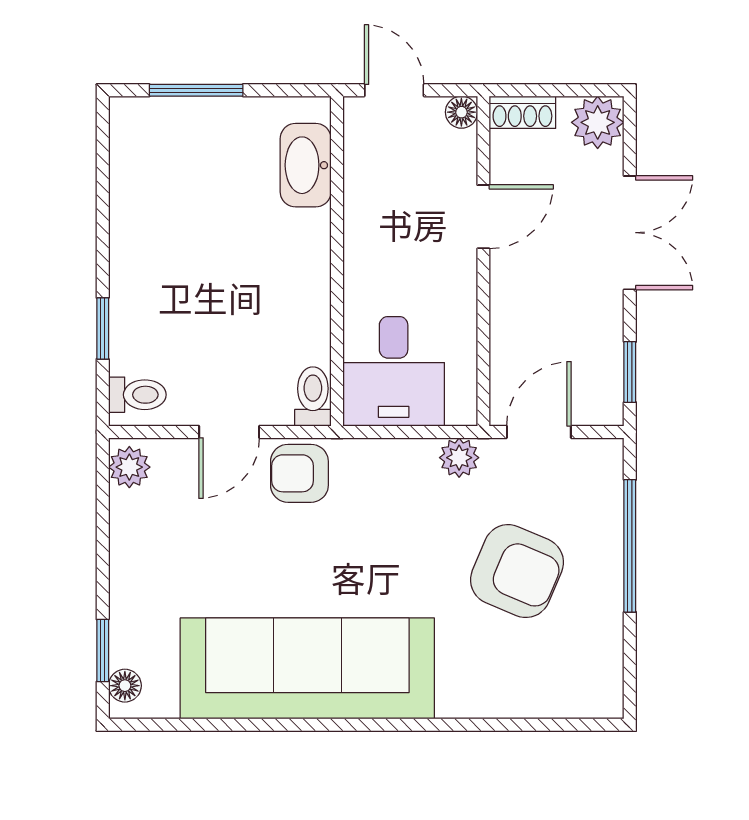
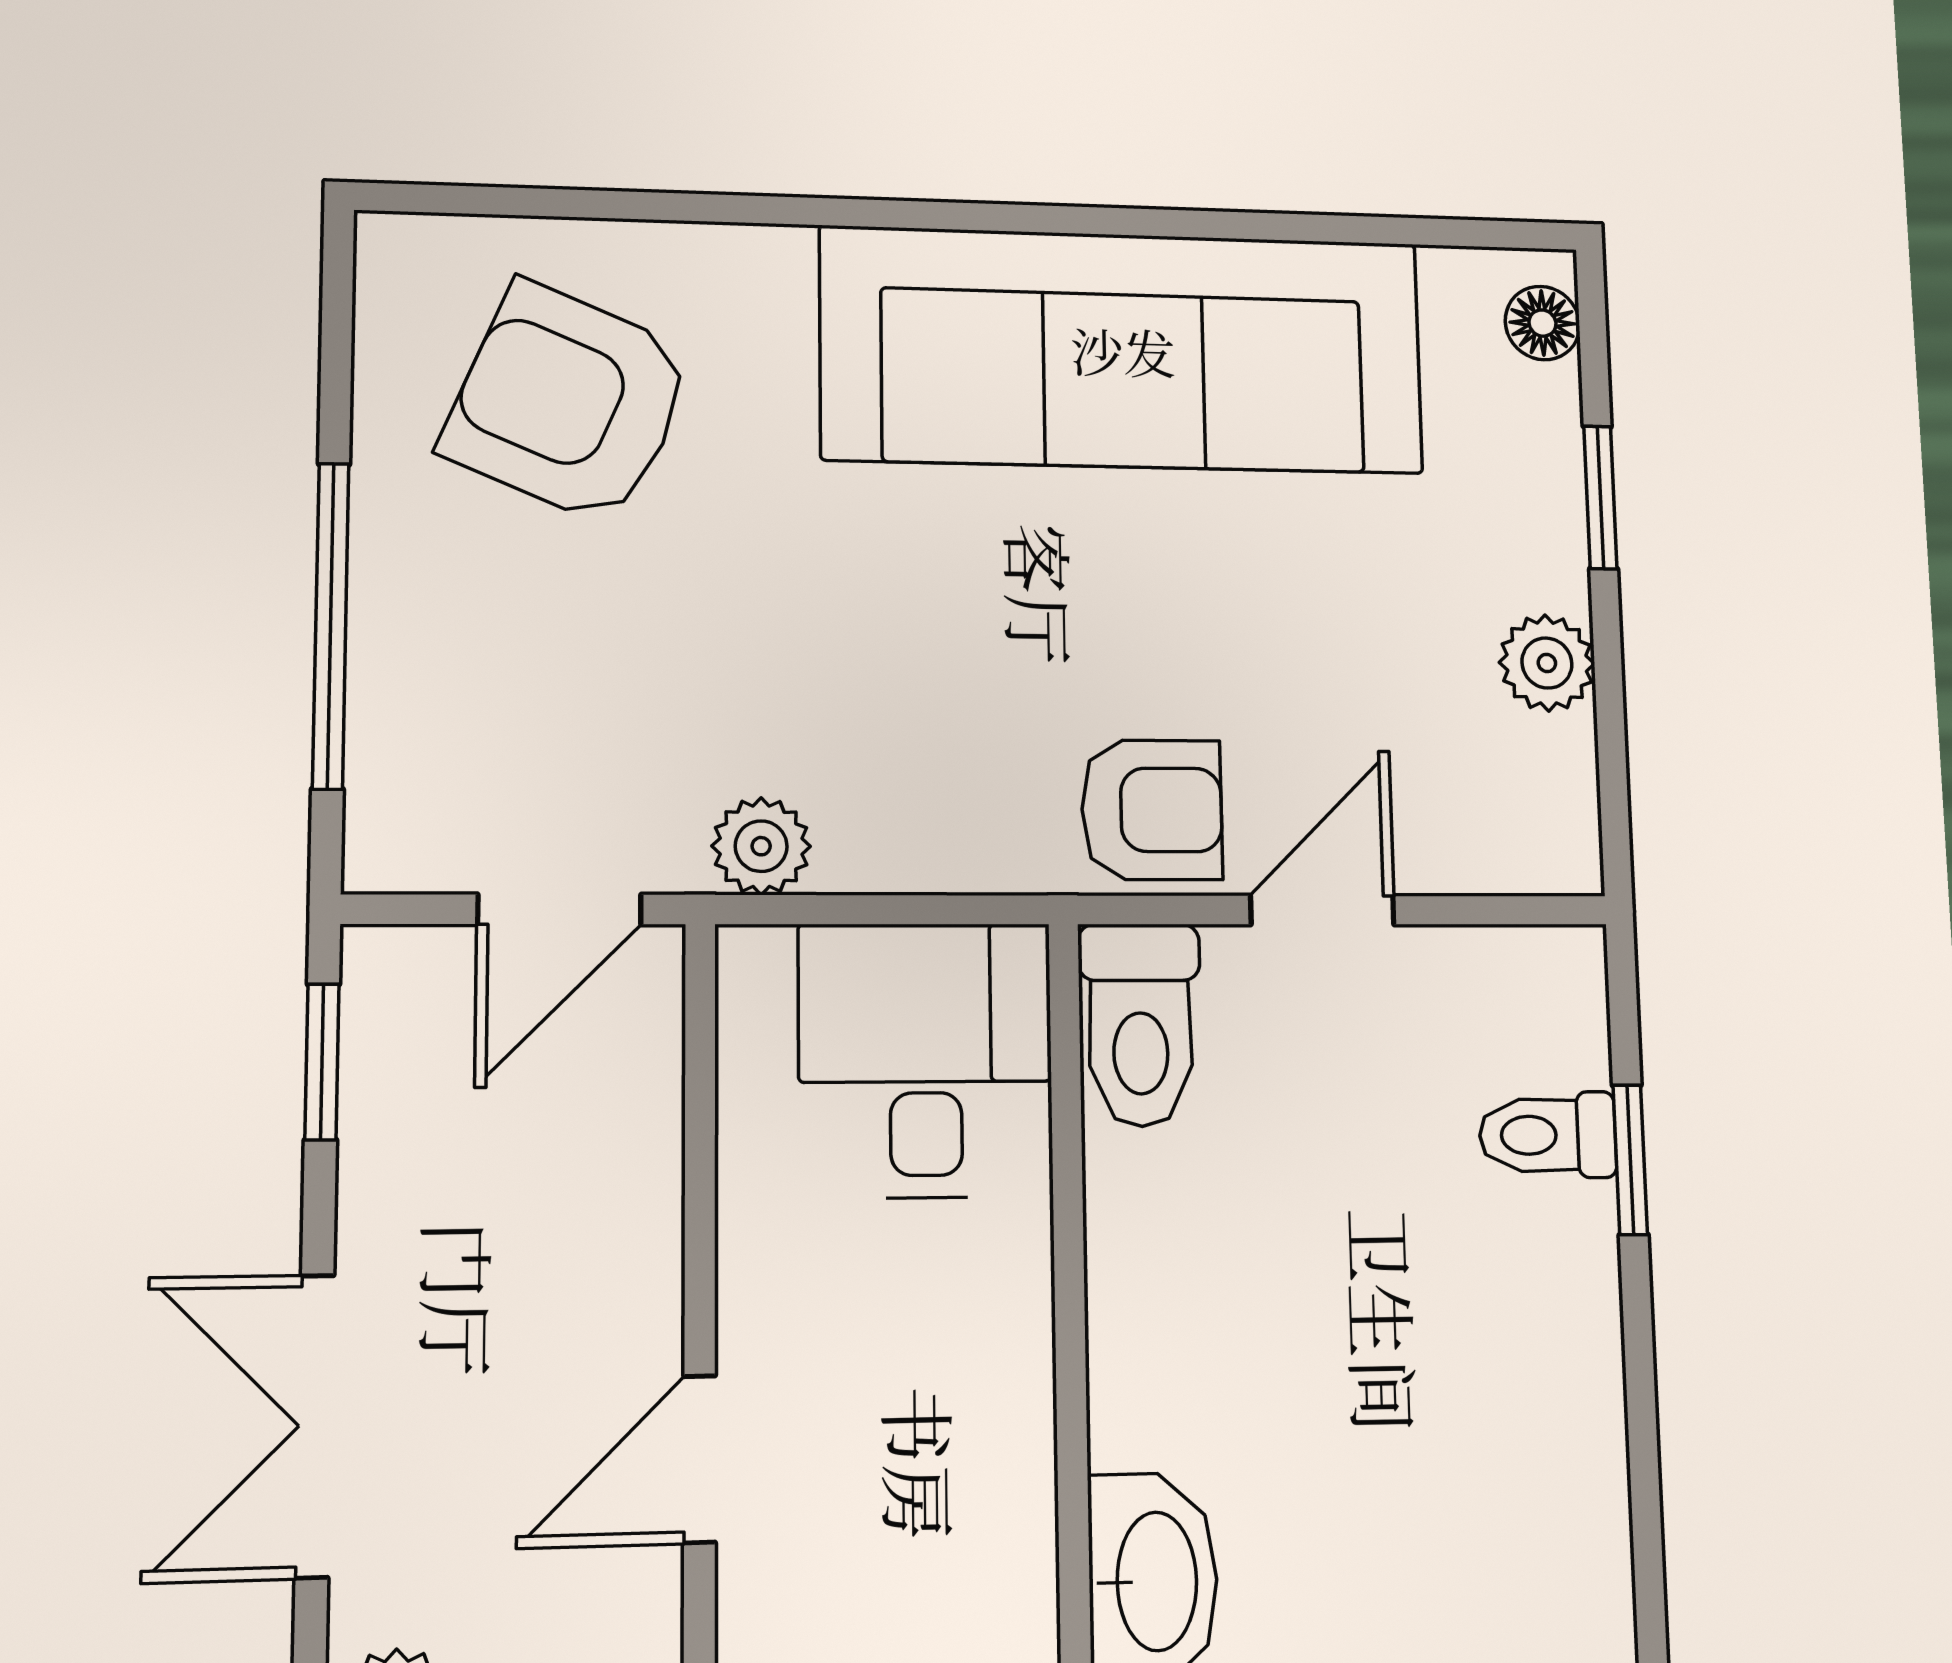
toilet: (137, 395) -> (1548, 1135), moved
toilet: (313, 396) -> (1140, 1025), width x1.37, depth x1.39
plant: (129, 467) -> (1547, 663), moved
armchair: (517, 571) -> (569, 403), moved
window: (103, 650) -> (1600, 497), moved

